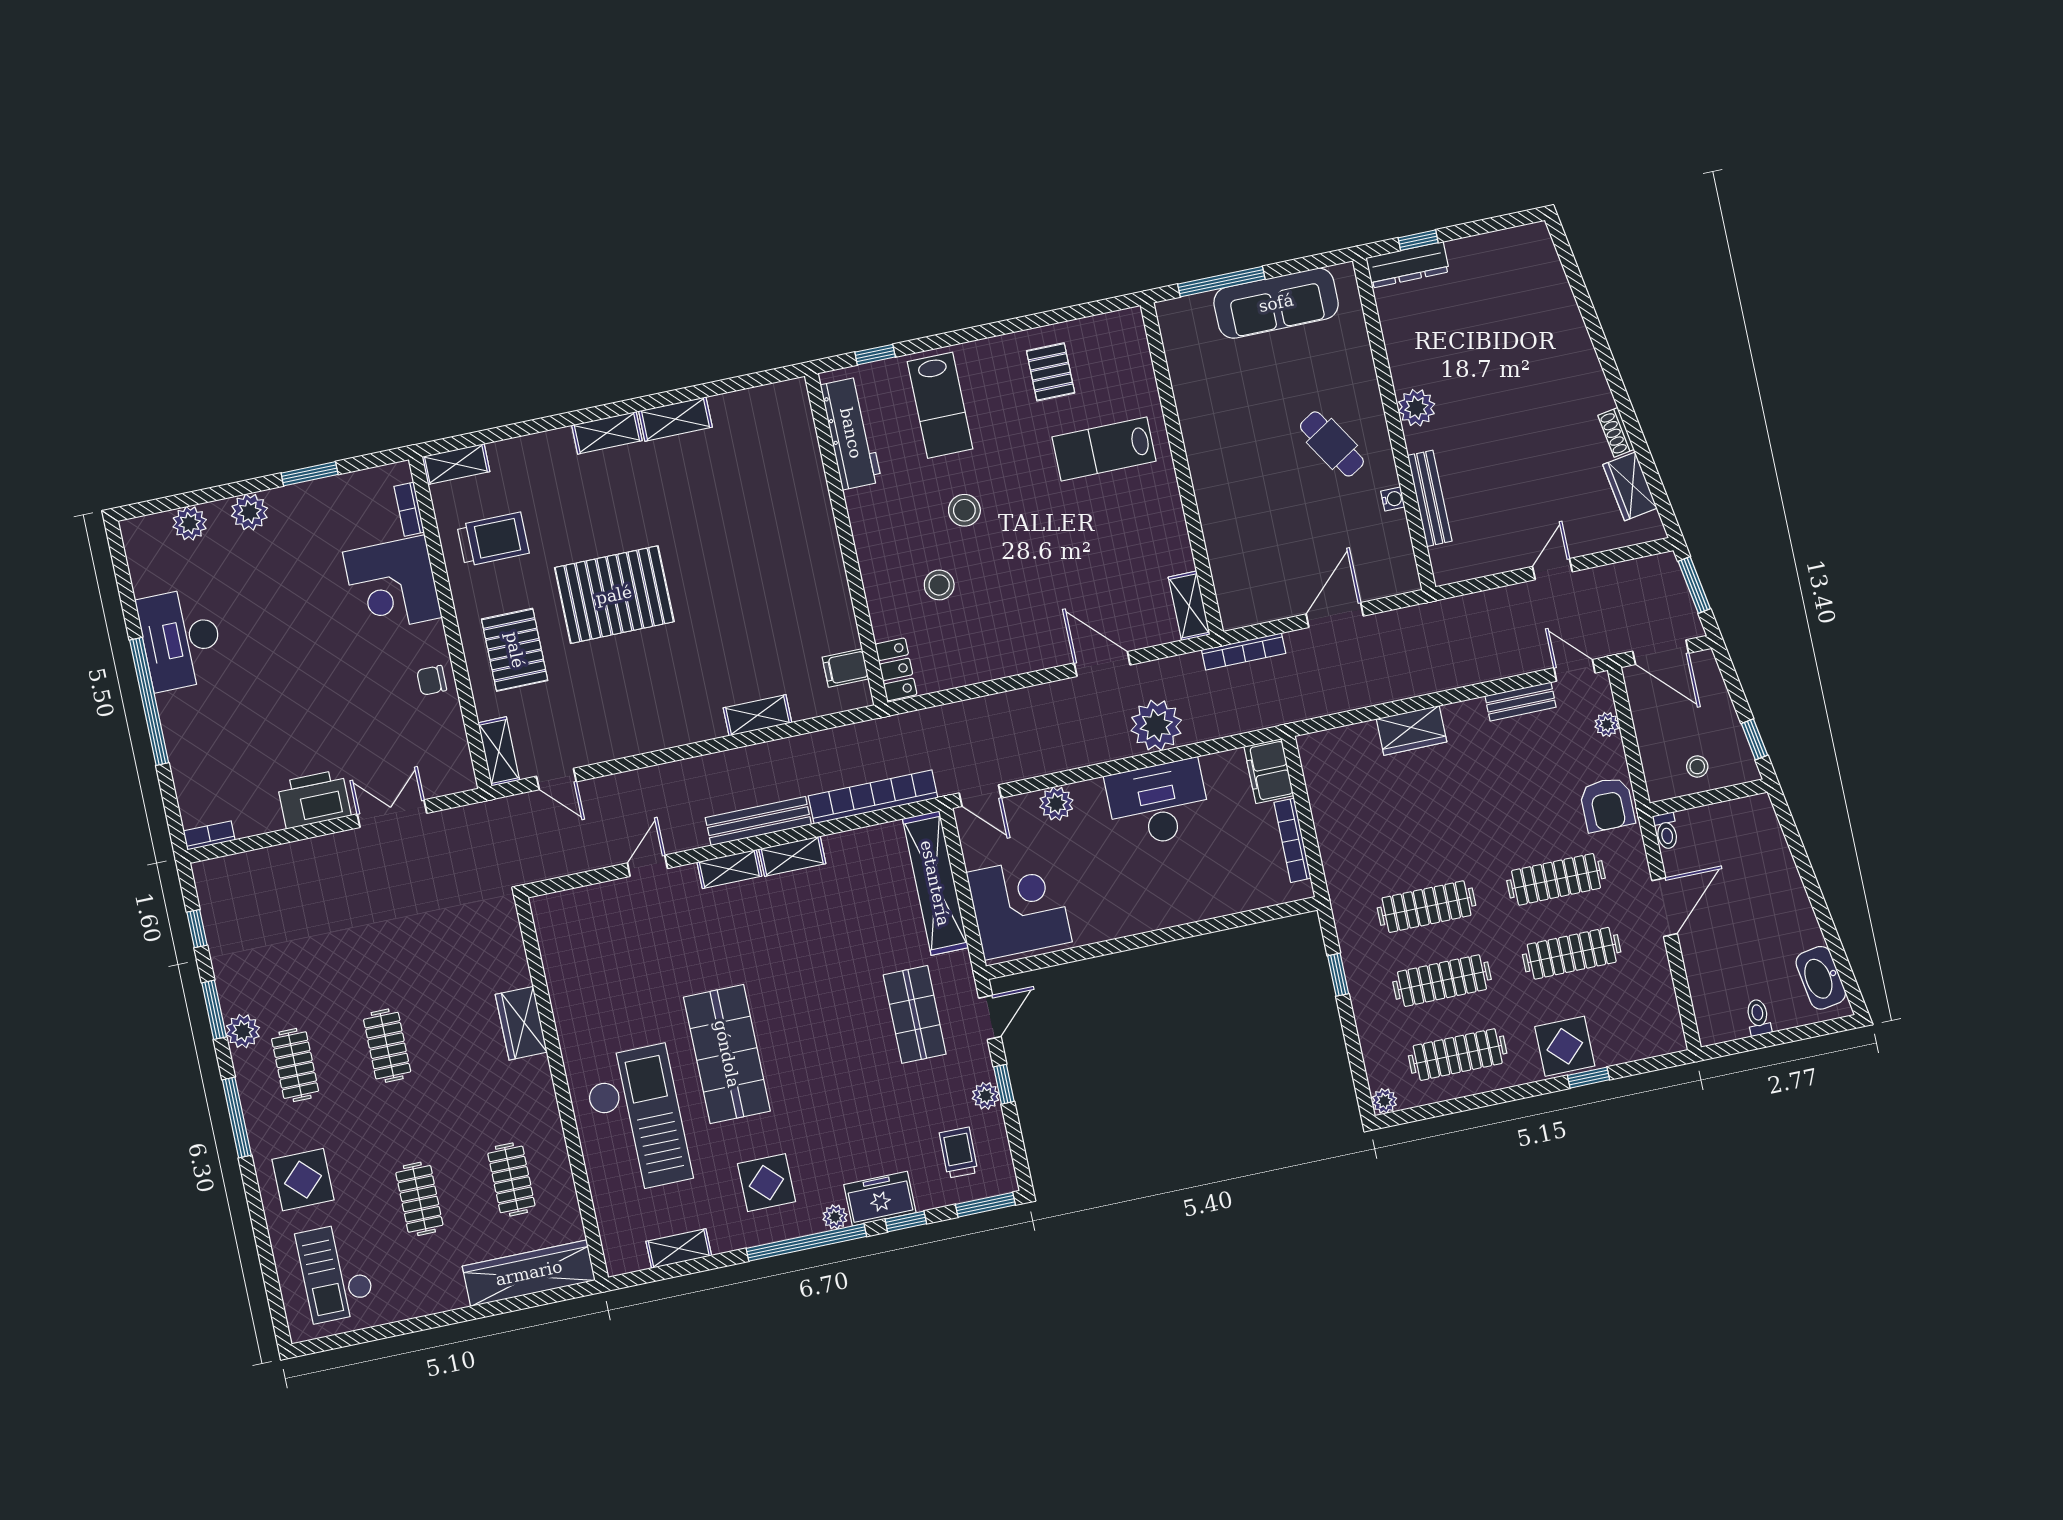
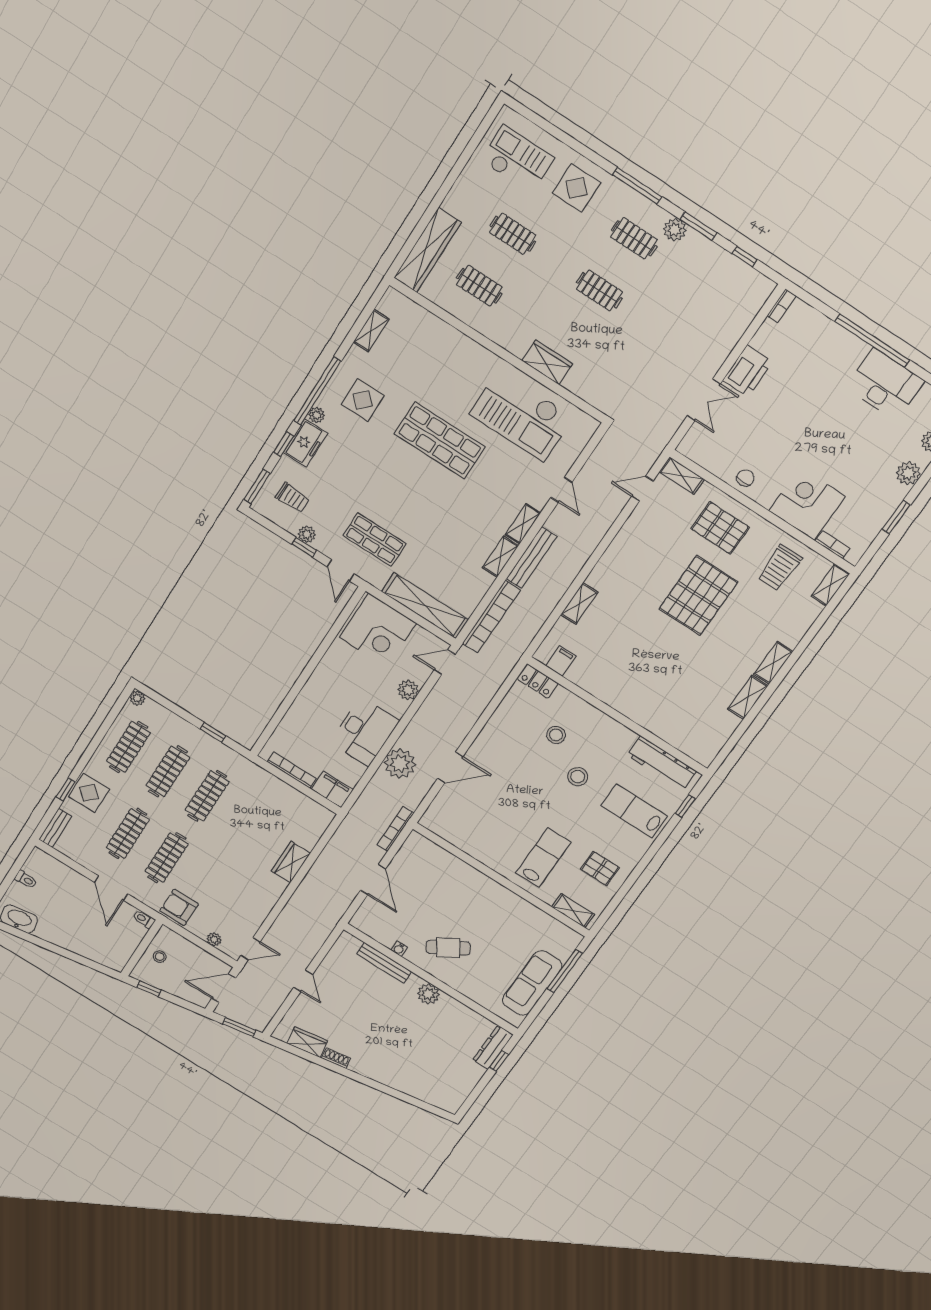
shelving: (1189, 606) -> (573, 911), moved
bench: (1520, 702) -> (55, 828), moved
checkout: (637, 1119) -> (521, 416), moved

